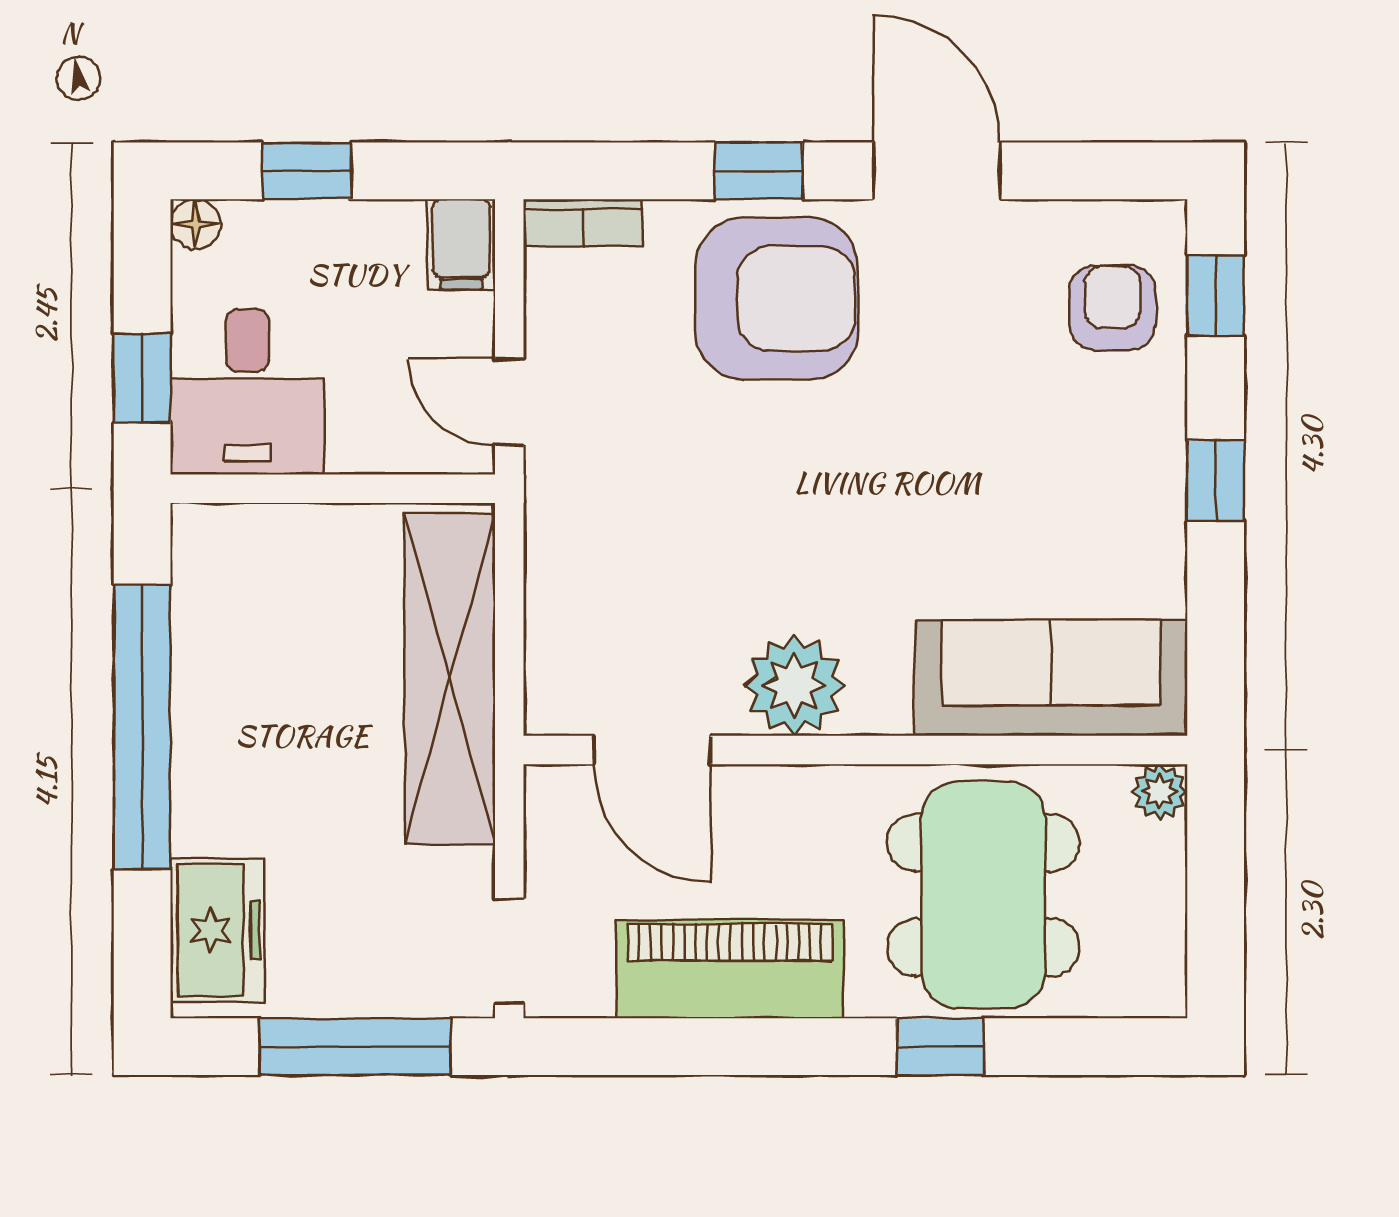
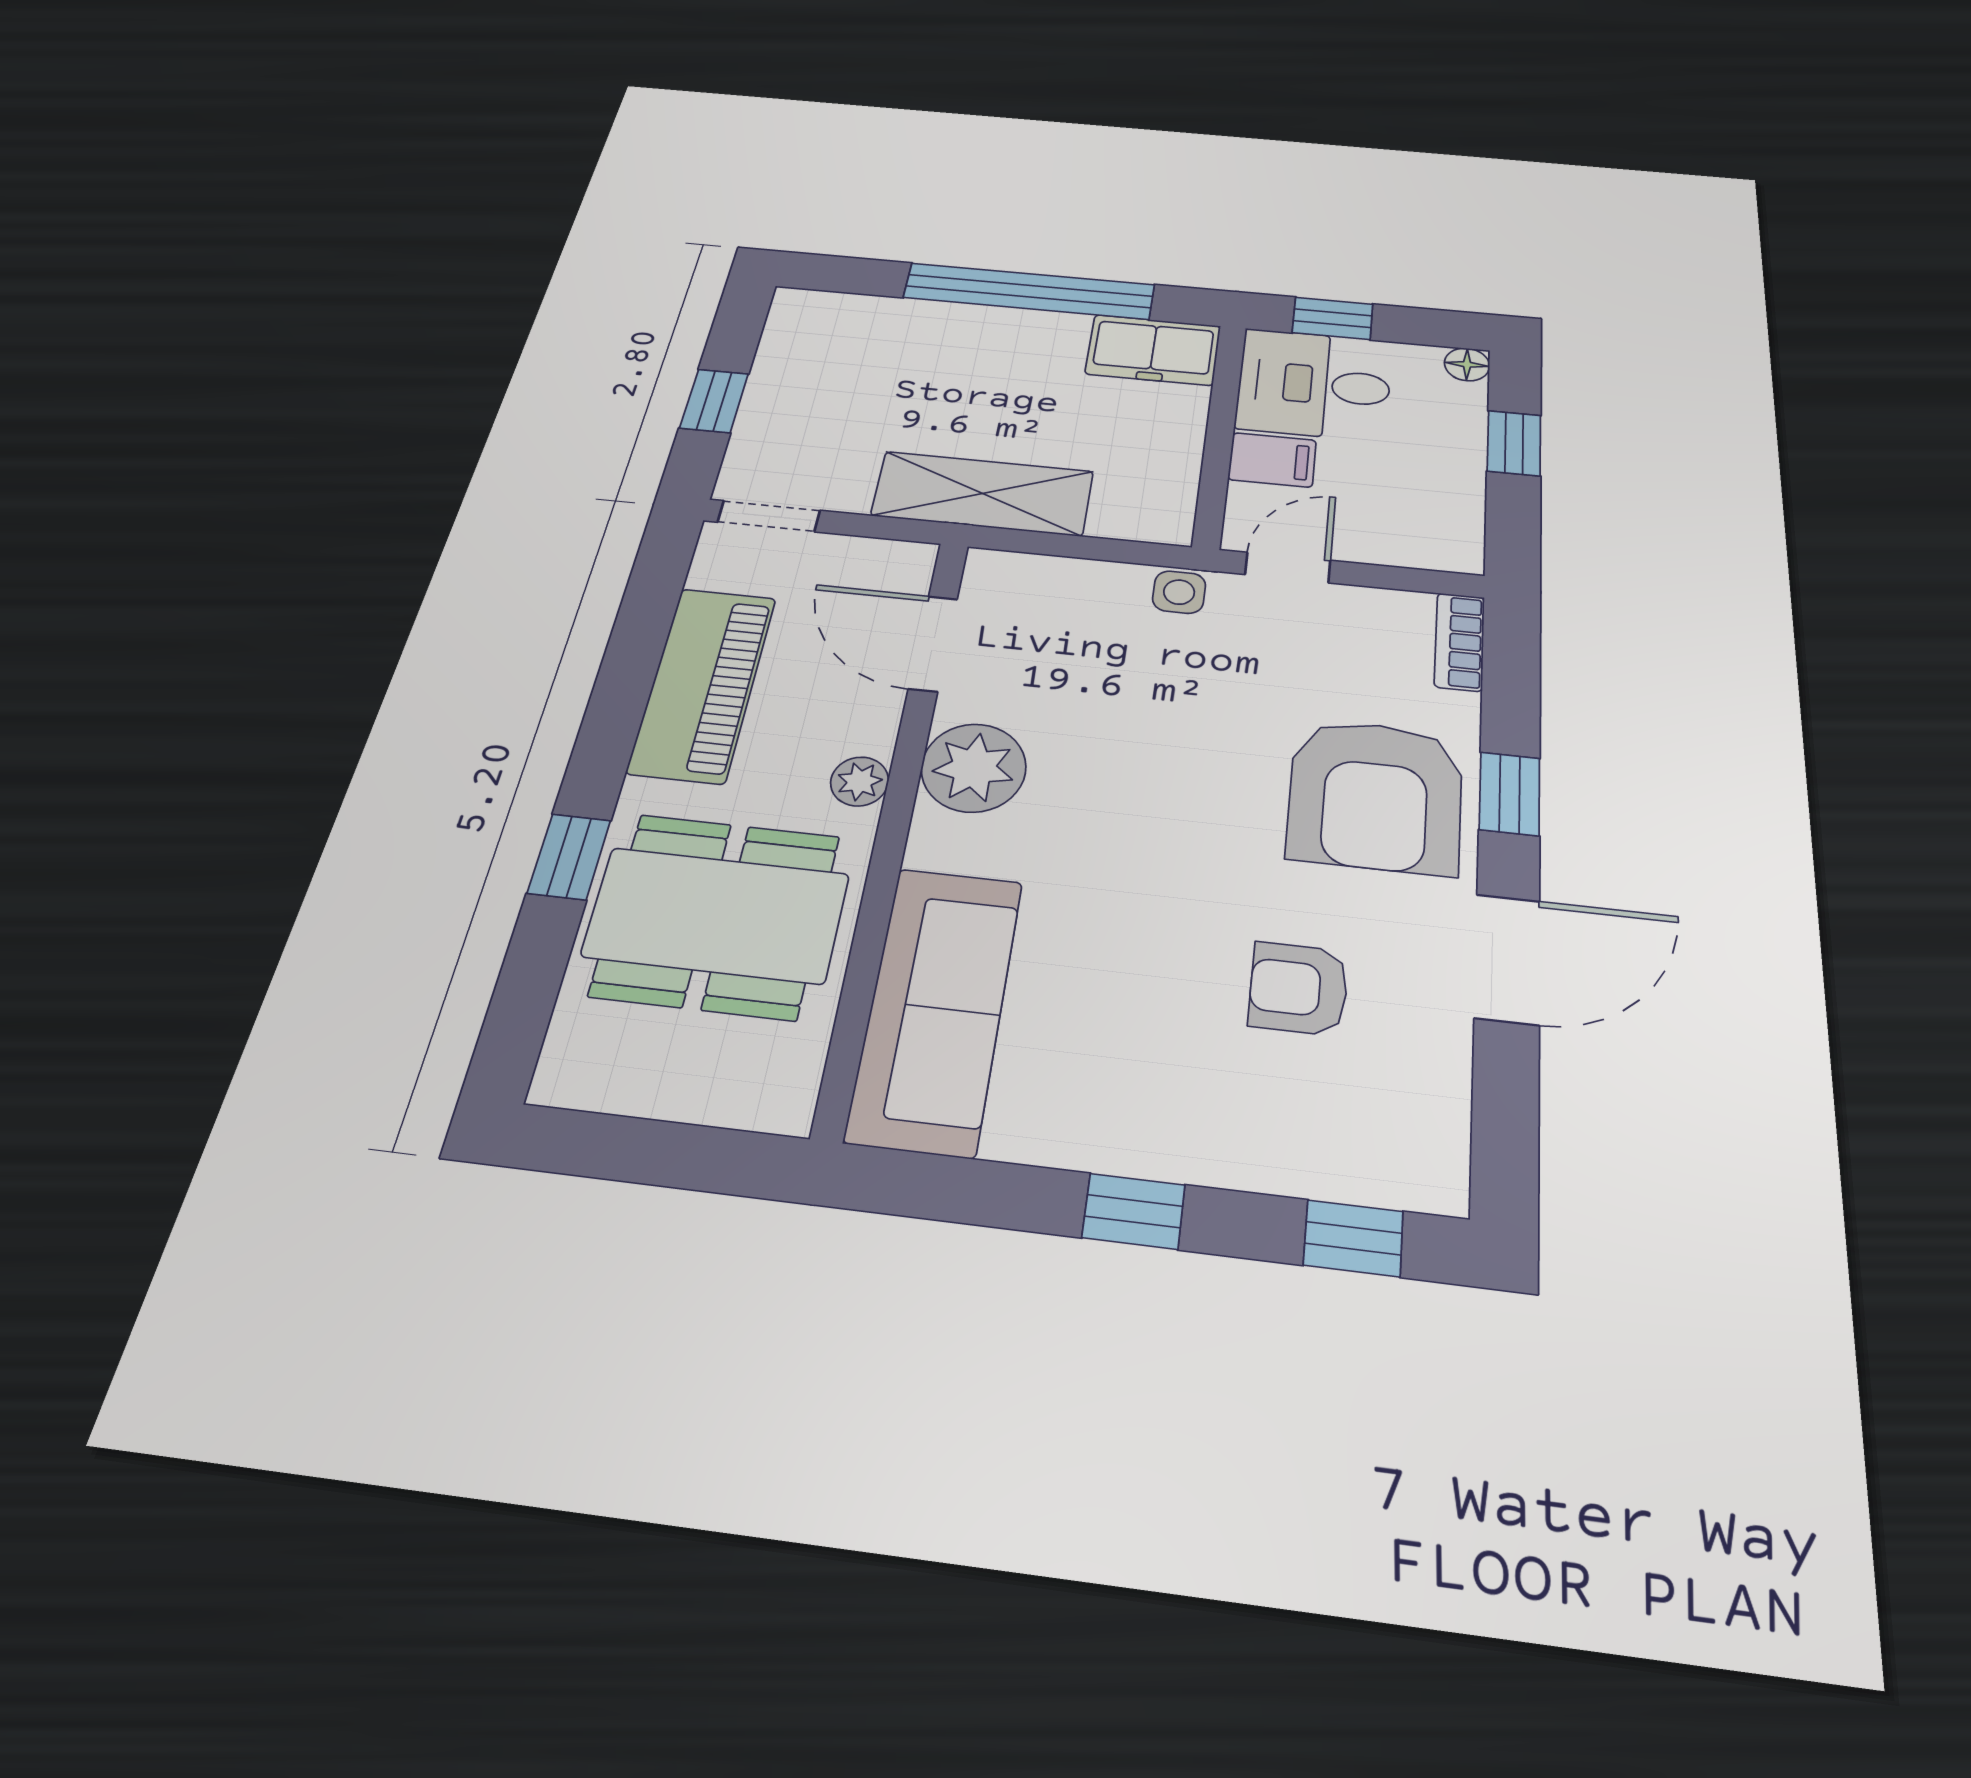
filing cabinet: (461, 244) -> (1272, 460), moved, turned 180
armchair: (1113, 308) -> (1299, 988), moved, turned 180
side table: (556, 510) -> (1179, 592), added
shelving: (450, 679) -> (983, 493), width x0.68
door: (652, 750) -> (933, 643), hinge flipped
plant: (1160, 792) -> (860, 781), moved
freezer: (217, 930) -> (1153, 350), moved
window: (355, 1047) -> (714, 401), width x0.46

